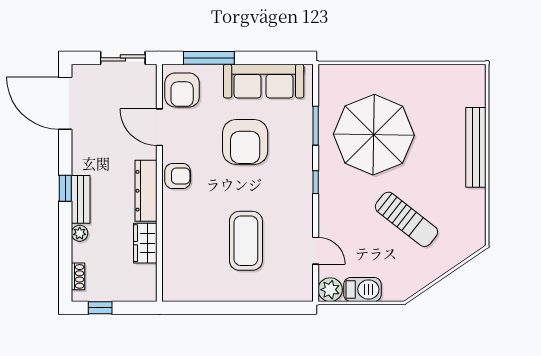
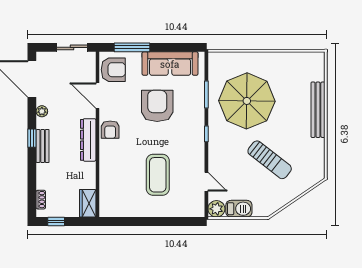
armchair: (182, 90) -> (113, 70), turned -90
armchair: (245, 142) -> (157, 106), turned 180
armchair: (178, 176) -> (110, 130), turned 90
plant: (80, 233) -> (42, 111), moved
wardrobe: (145, 243) -> (88, 203), moved

